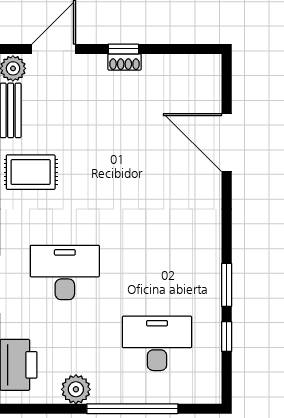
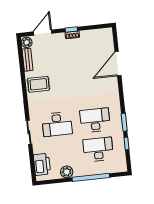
door: (227, 143) -> (118, 64), hinge flipped
desk: (65, 272) -> (57, 124), turned 180
desk: (157, 272) -> (95, 120), added

